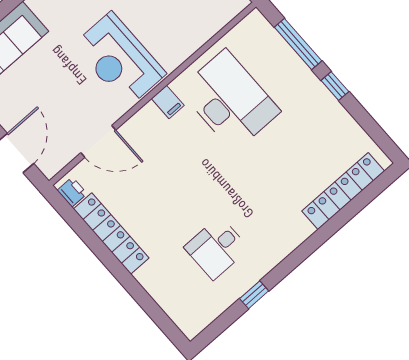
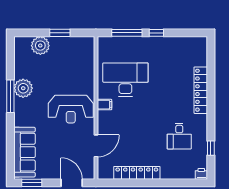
locker: (343, 191) -> (201, 90), moved
printer: (72, 192) -> (201, 174), moved
window: (254, 295) -> (211, 148), moved

